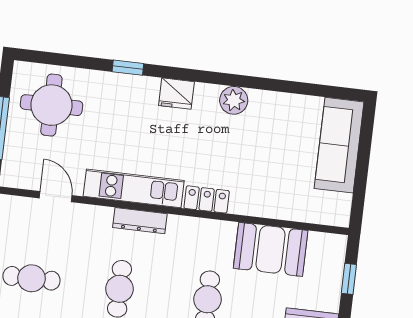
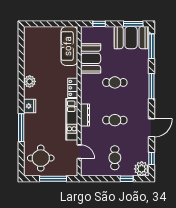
window: (128, 68) -> (21, 128), width x2.17
sofa: (339, 145) -> (69, 46), moved, turned 90
door: (56, 197) -> (79, 152), swing flipped

